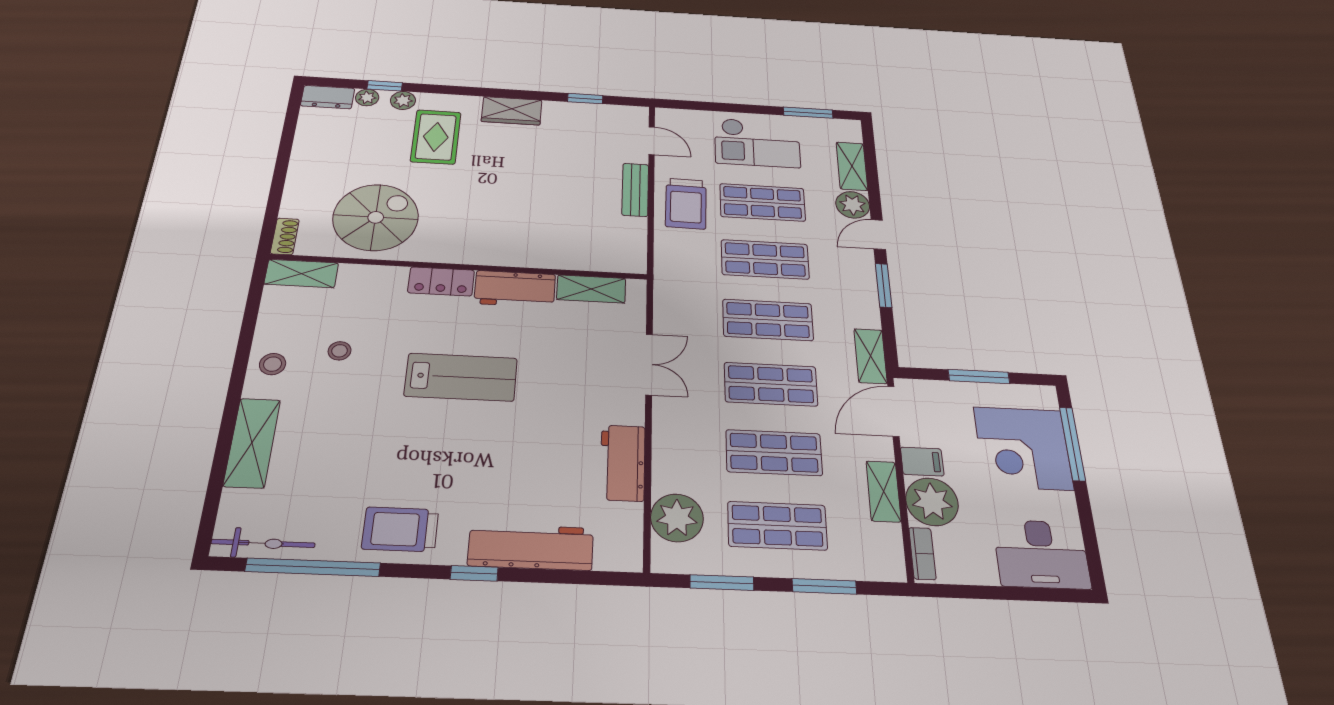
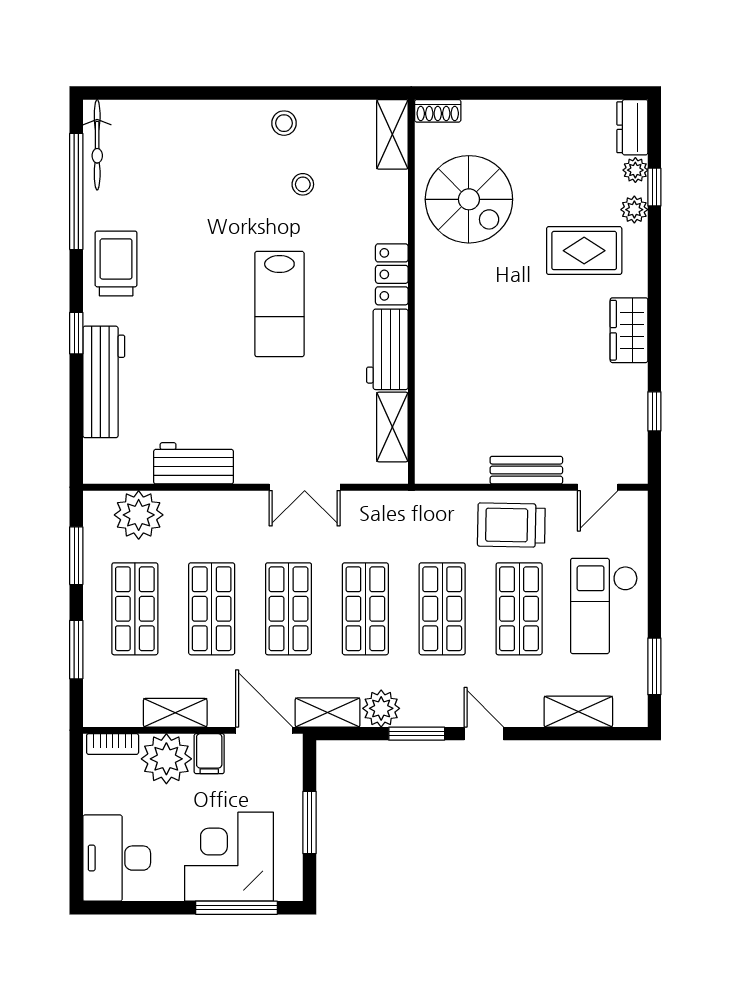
plant: (853, 205) -> (381, 708), moved
shelving: (252, 443) -> (198, 118), removed

